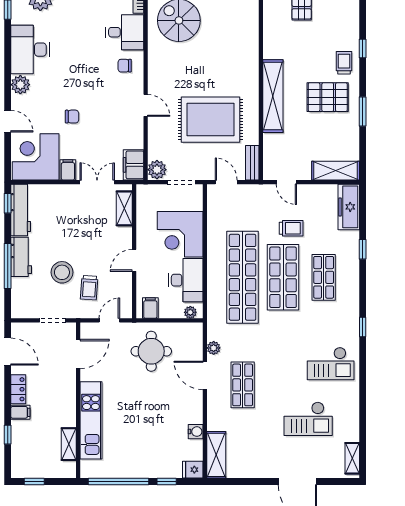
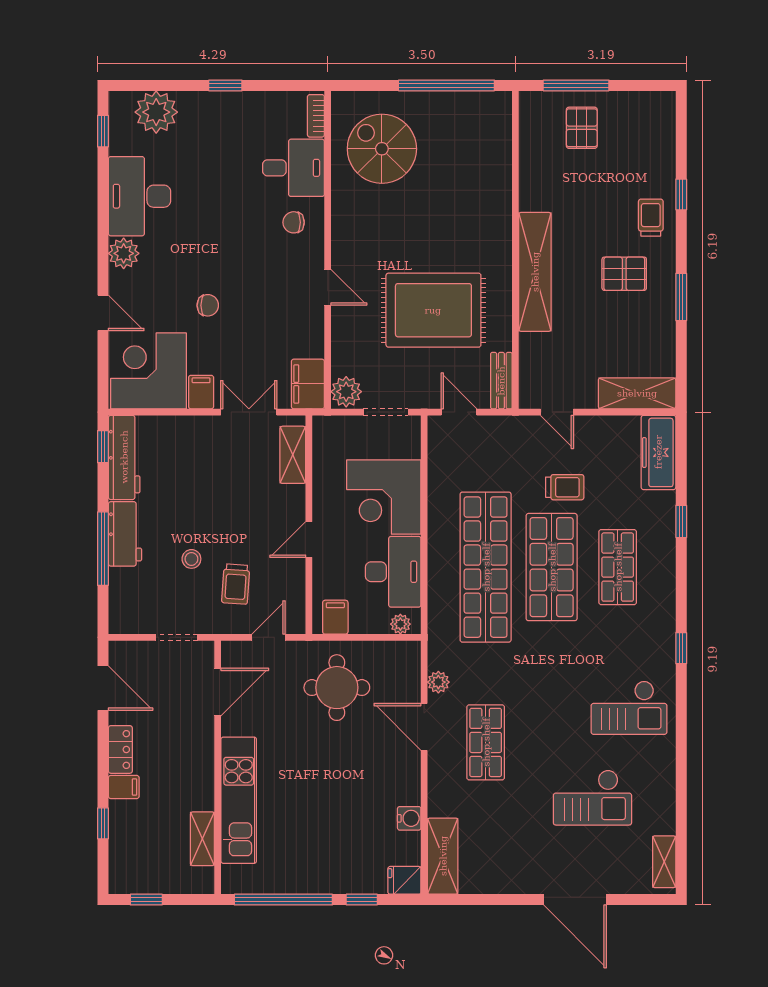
pallet: (328, 97) -> (624, 274), width x0.67, depth x0.71
stool: (62, 272) -> (191, 559), width x0.53, depth x0.53

